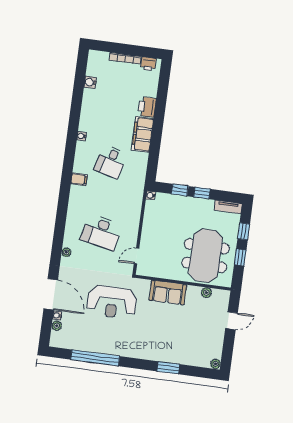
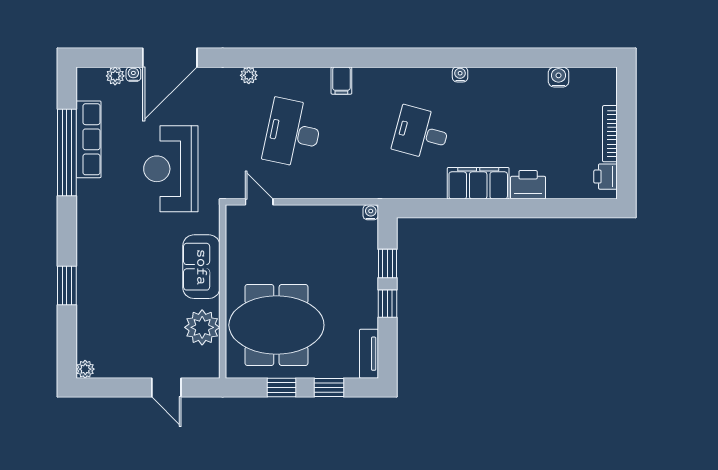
filing cabinet: (79, 179) -> (341, 81), moved
plant: (206, 293) -> (202, 327), width x1.88, depth x1.88
row of seats: (90, 345) -> (89, 139), added

